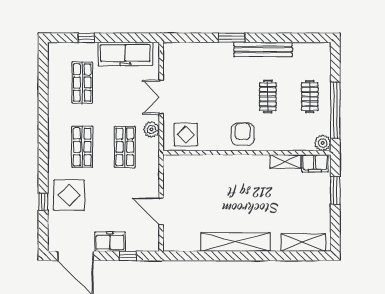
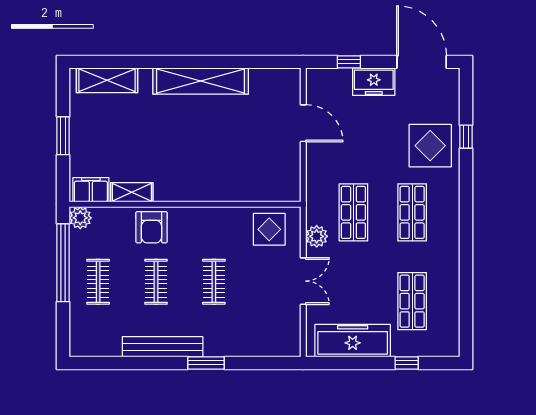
clothes rail: (226, 97) -> (214, 282), added
armchair: (243, 134) -> (151, 227), moved
window: (335, 190) -> (63, 136), moved

